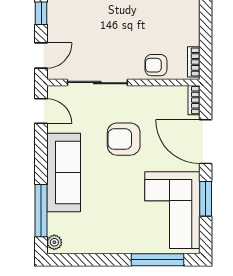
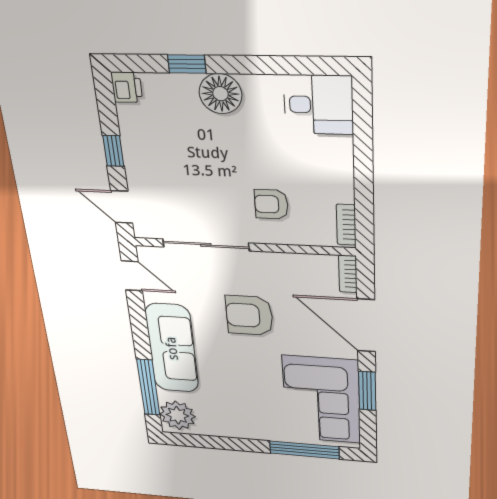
door: (41, 55) -> (122, 207), swing flipped
armchair: (156, 65) -> (271, 204), moved
plant: (54, 242) -> (177, 415), width x1.88, depth x1.88

